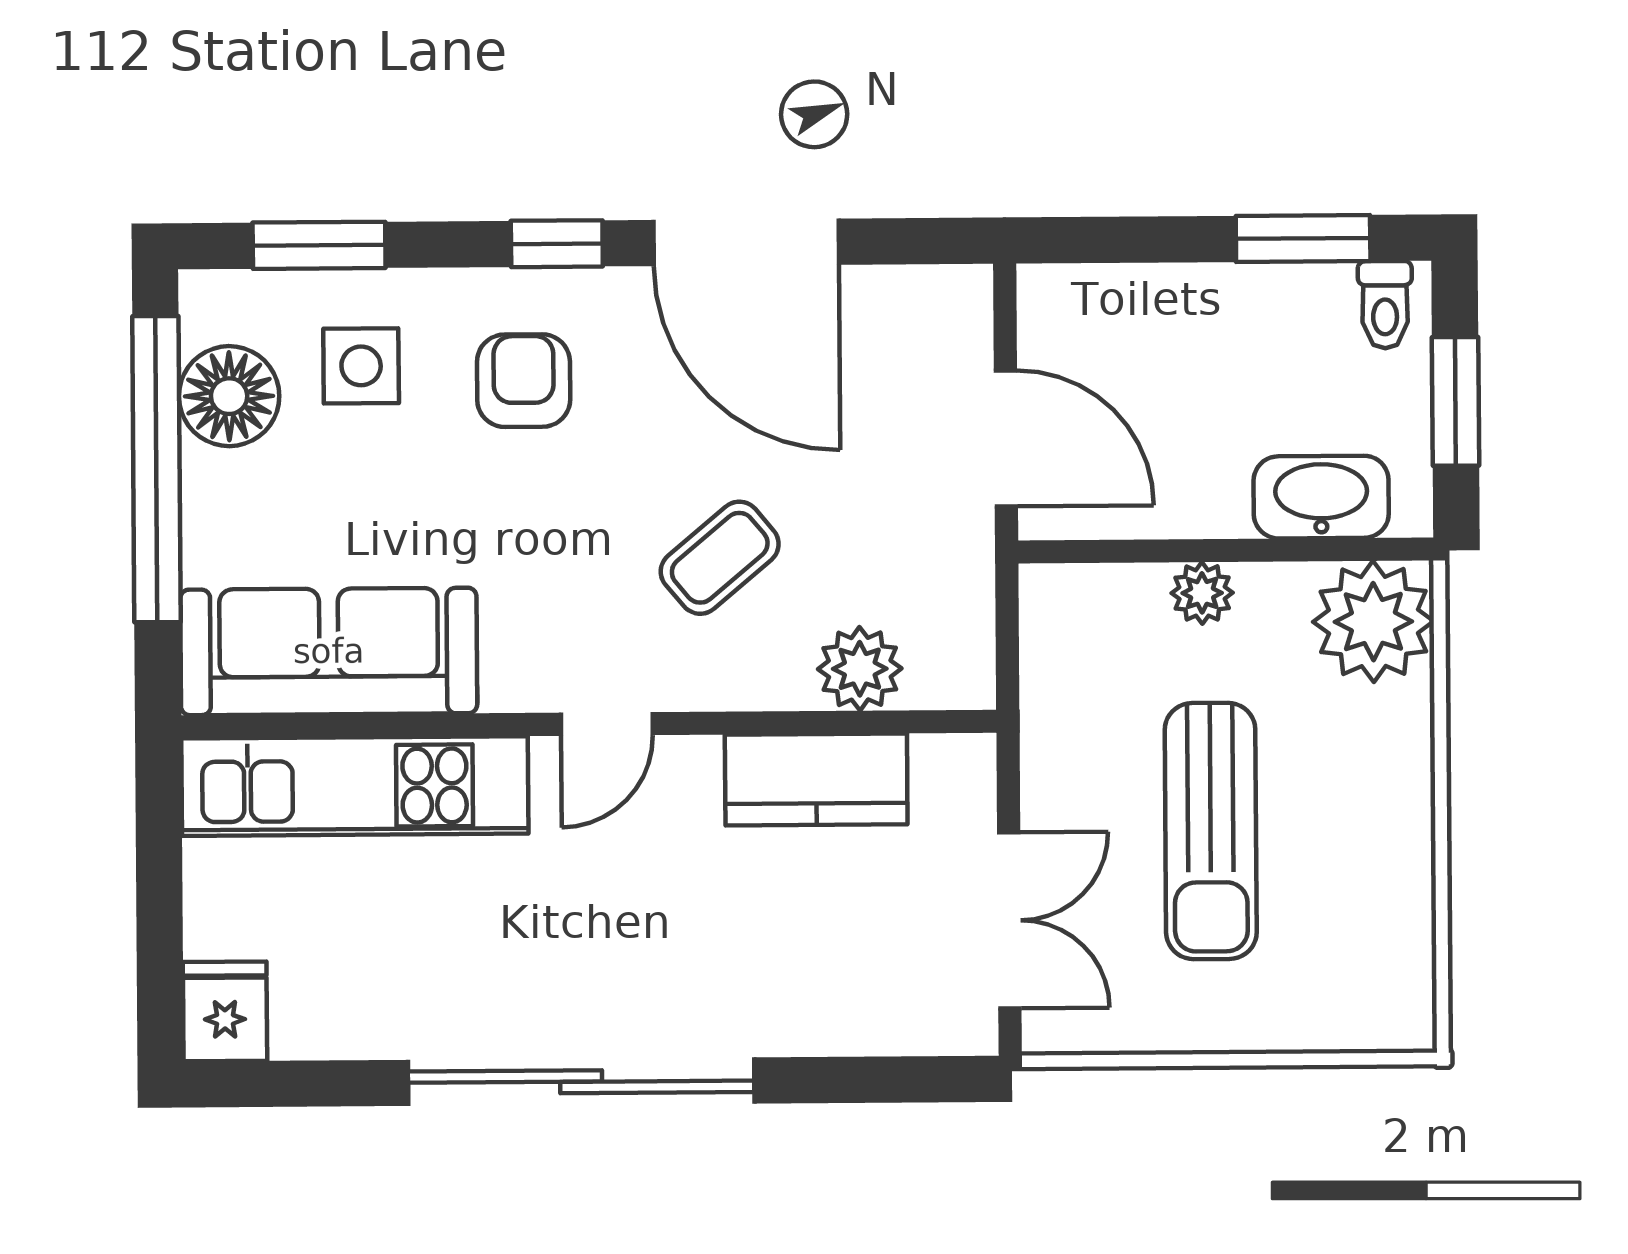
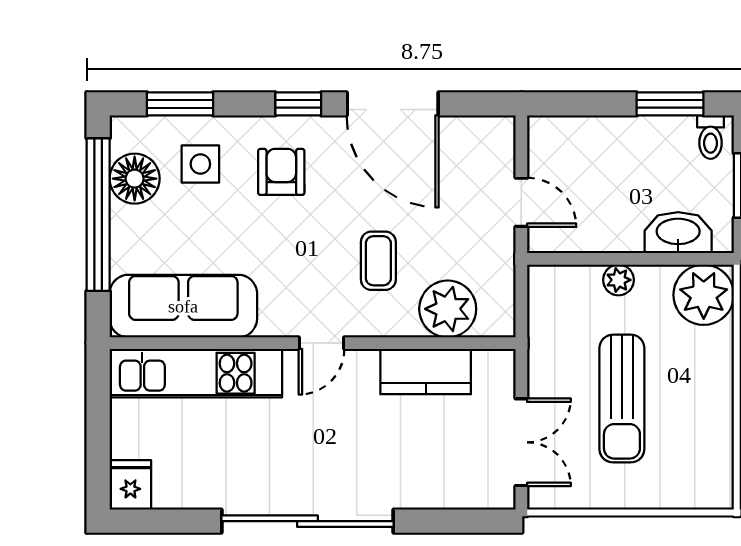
door: (1006, 438) -> (521, 202), width x0.73
coffee table: (720, 558) -> (378, 261), turned -50
plant: (860, 669) -> (448, 309), width x1.36, depth x1.36

